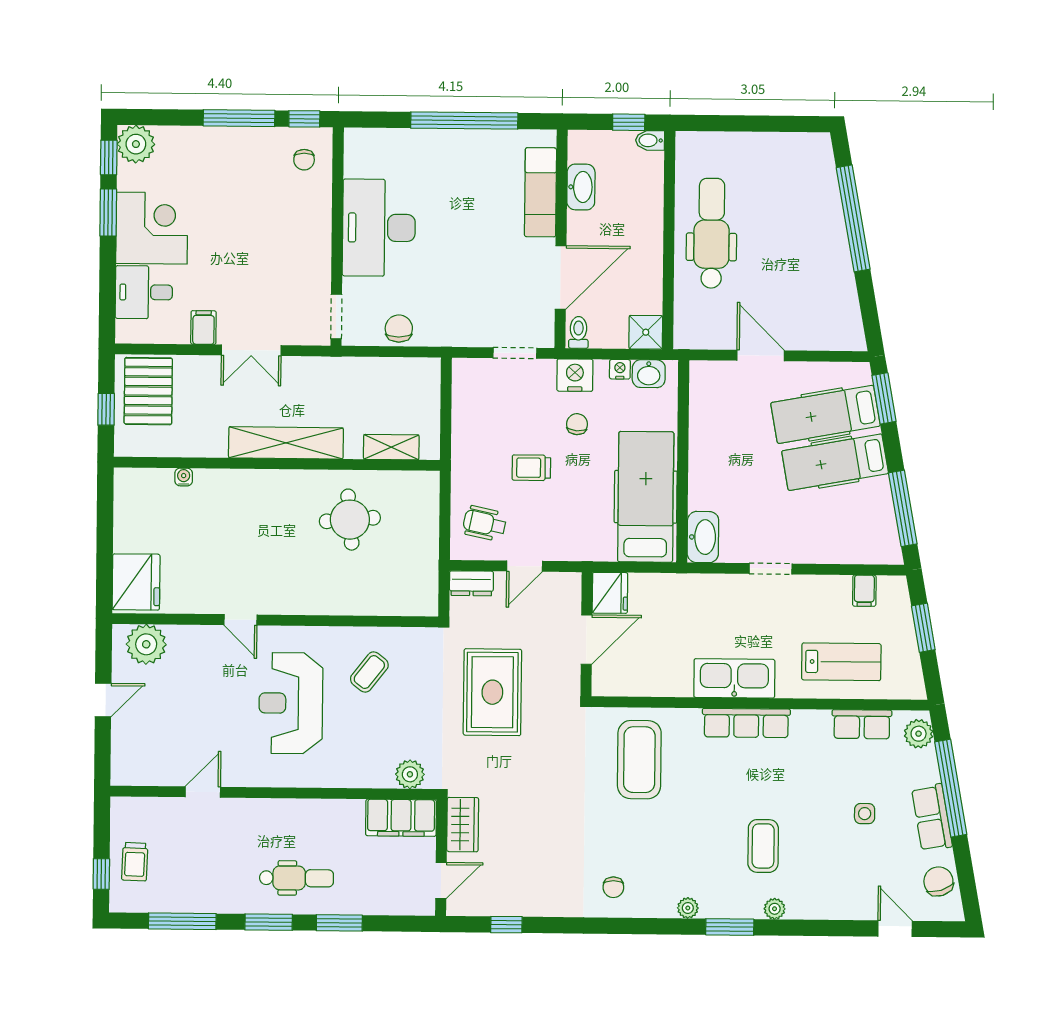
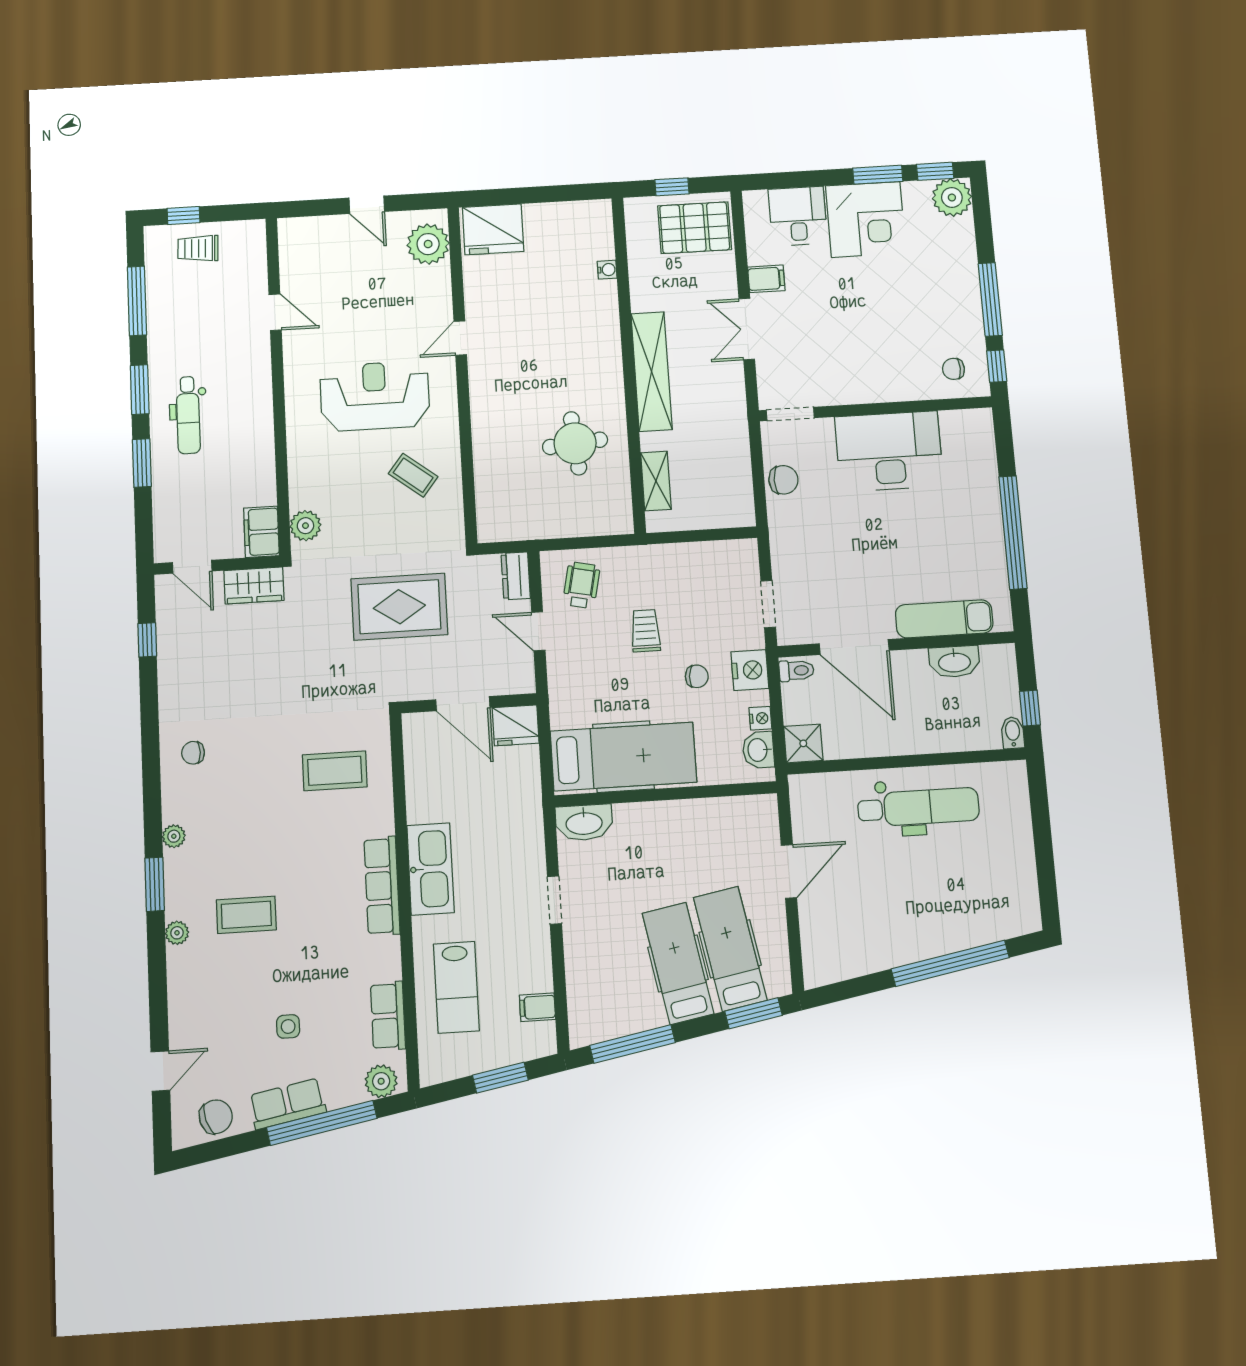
coffee table: (639, 760) -> (335, 771), width x0.73, depth x0.76
filing cabinet: (401, 818) -> (261, 532), width x0.67, depth x0.86

